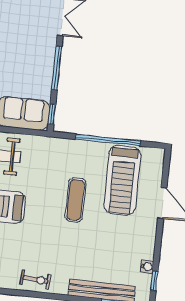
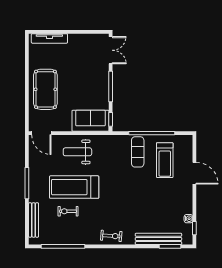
treadmill: (122, 180) -> (165, 160), width x0.73, depth x0.73
exercise mat: (75, 200) -> (138, 152), moved

